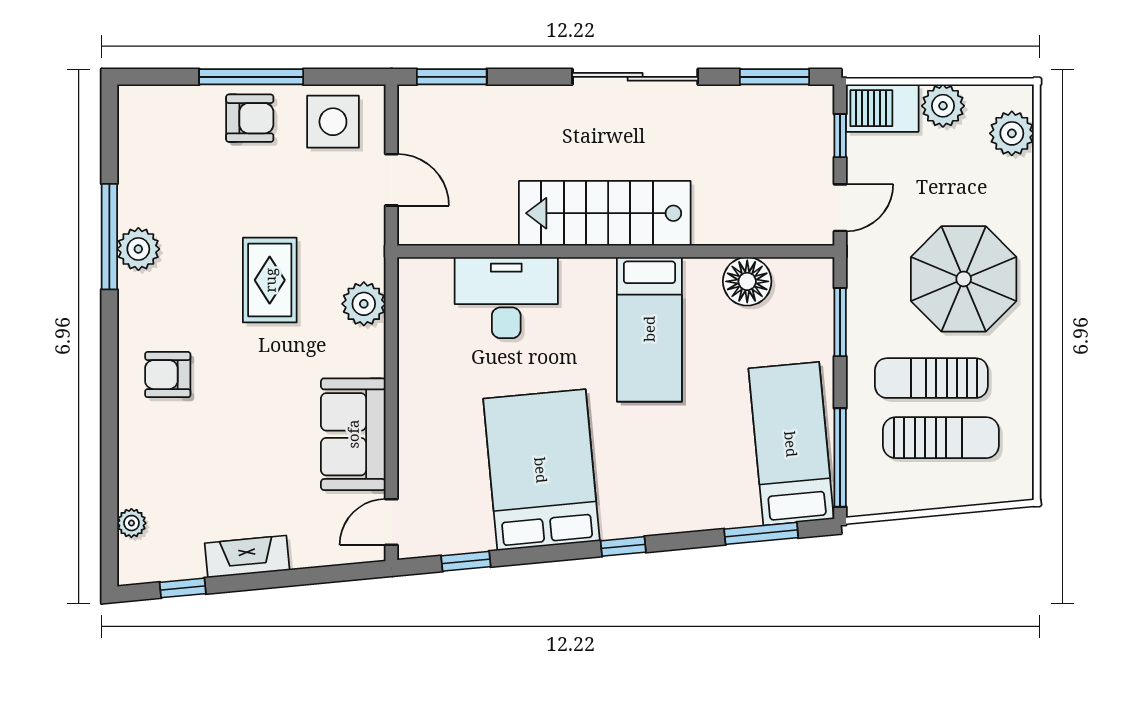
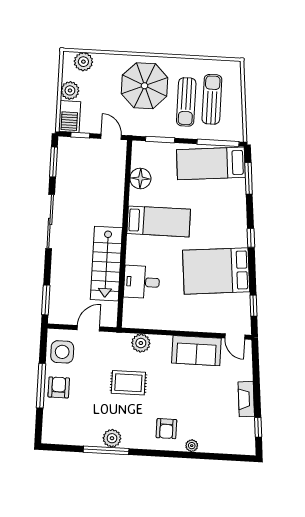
stairs: (605, 213) -> (106, 264), moved
desk: (506, 298) -> (142, 282), width x0.73
plant: (131, 523) -> (192, 446), moved

